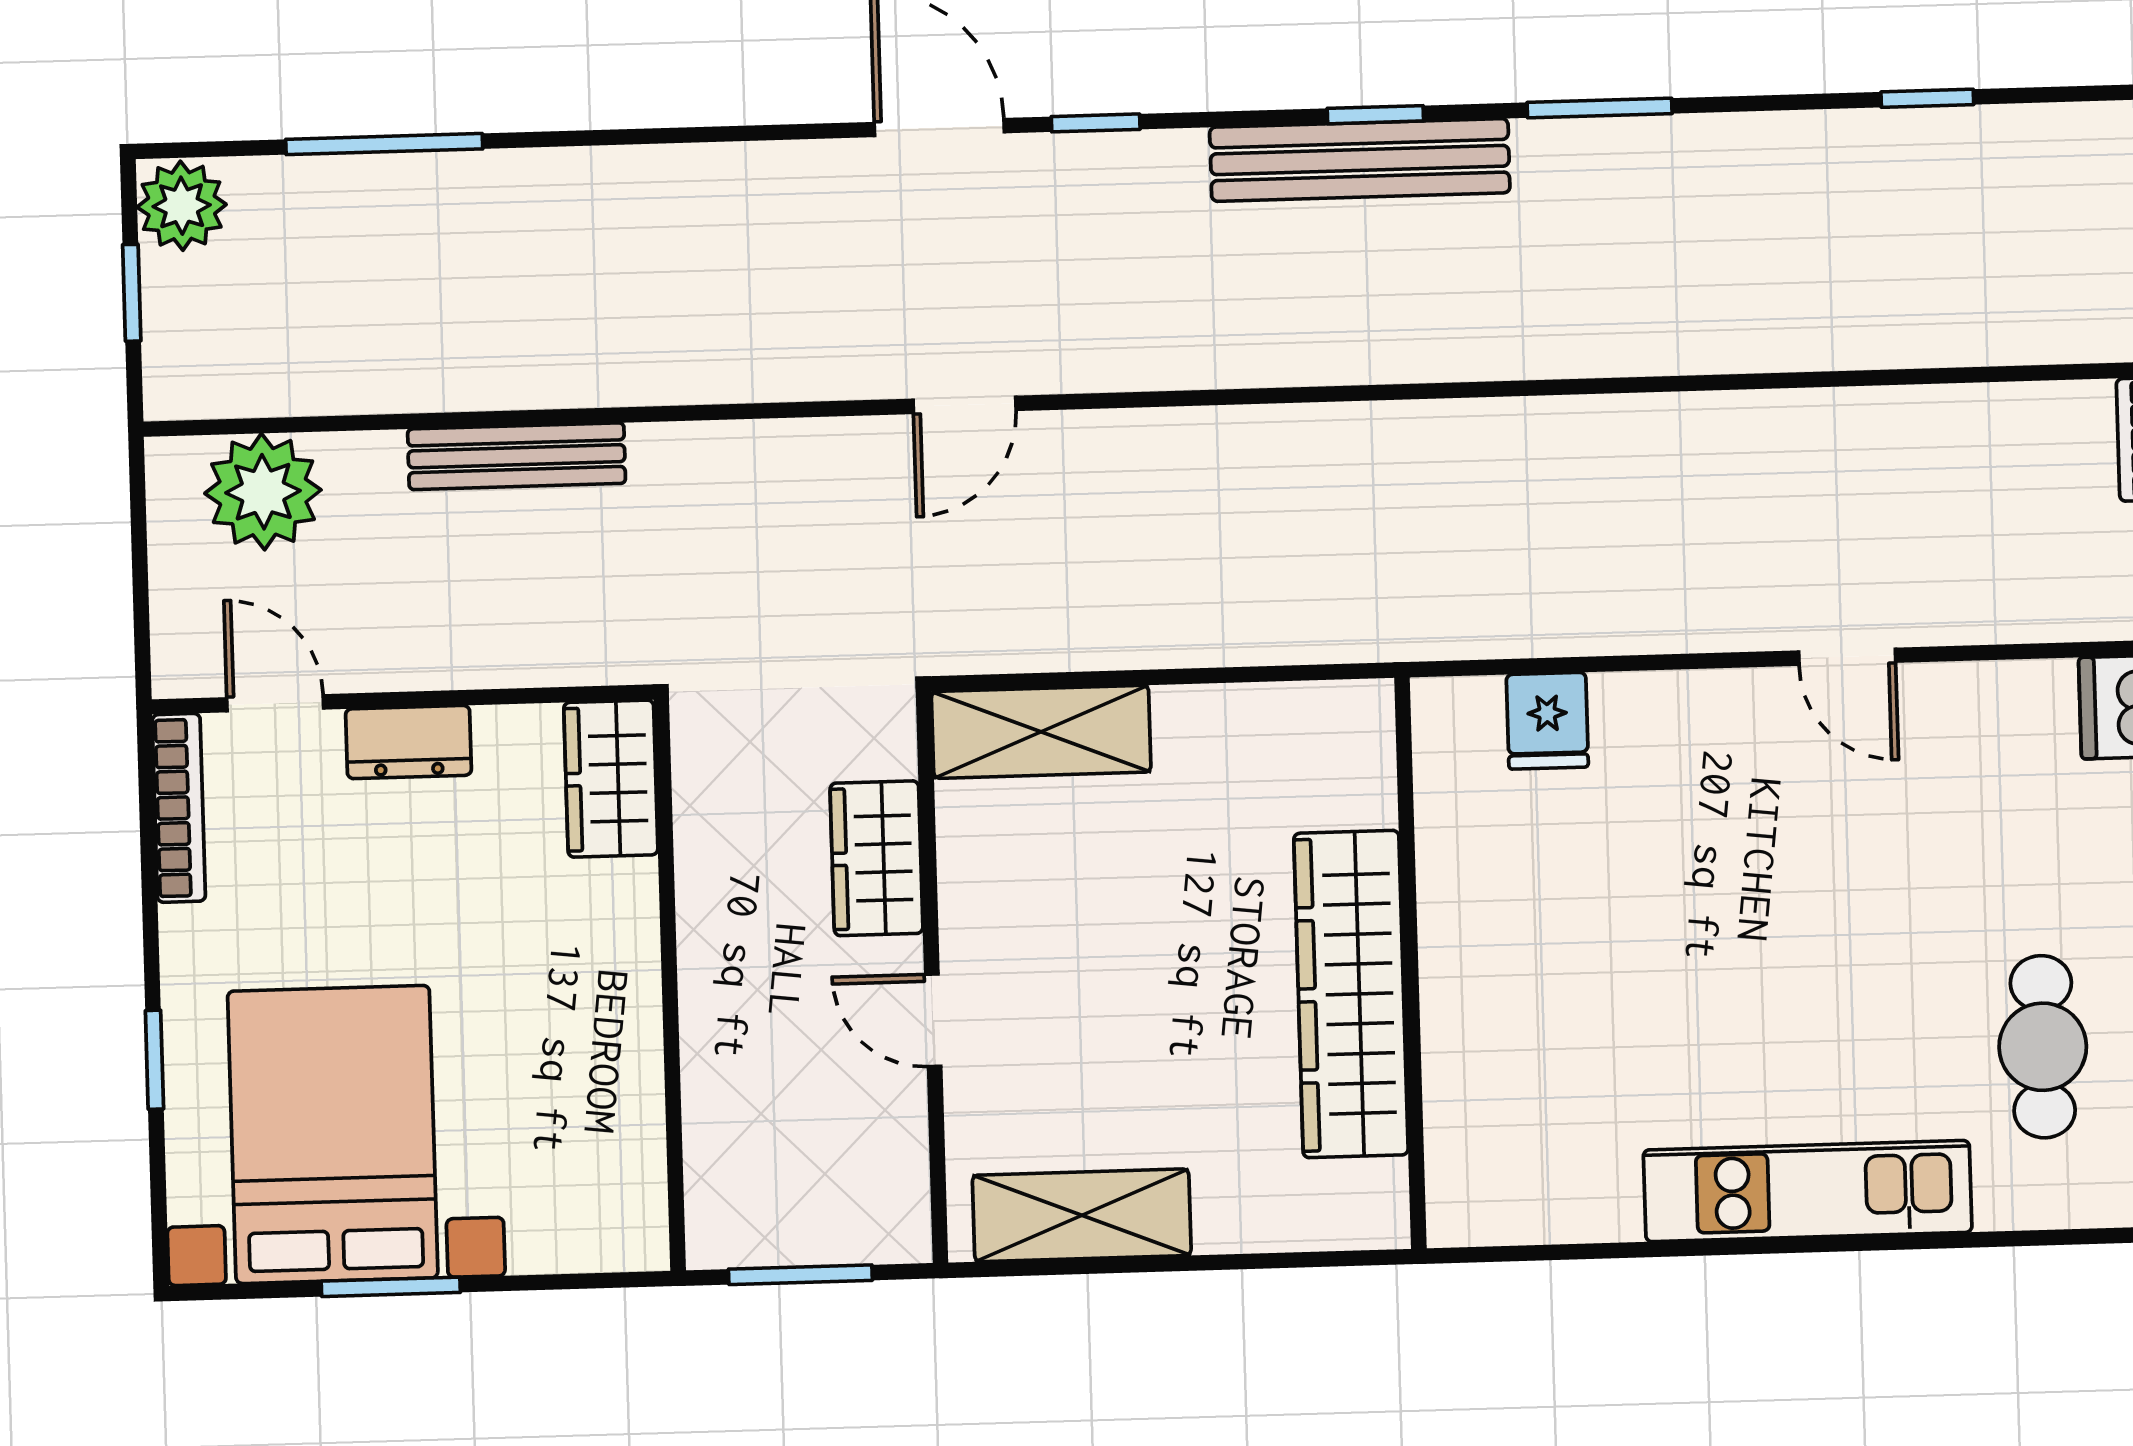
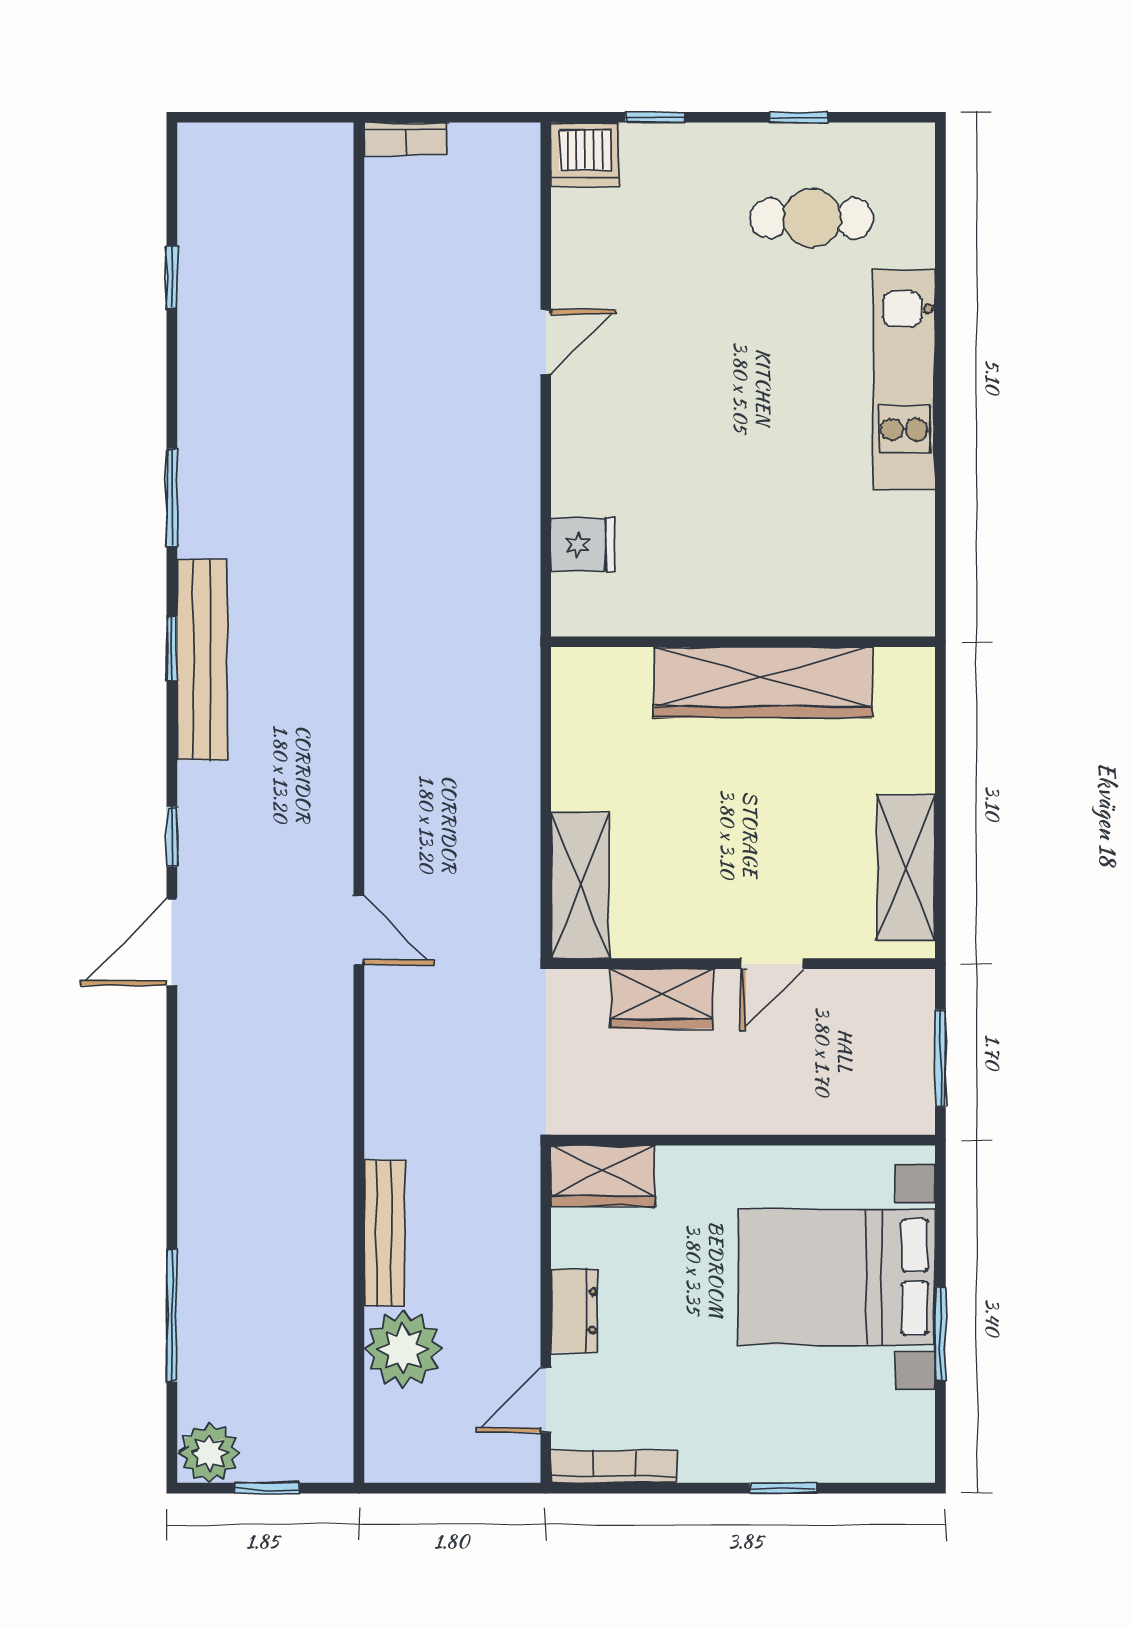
plant: (263, 492) -> (403, 1349), moved
bed with nightstands: (333, 1134) -> (837, 1277), moved

